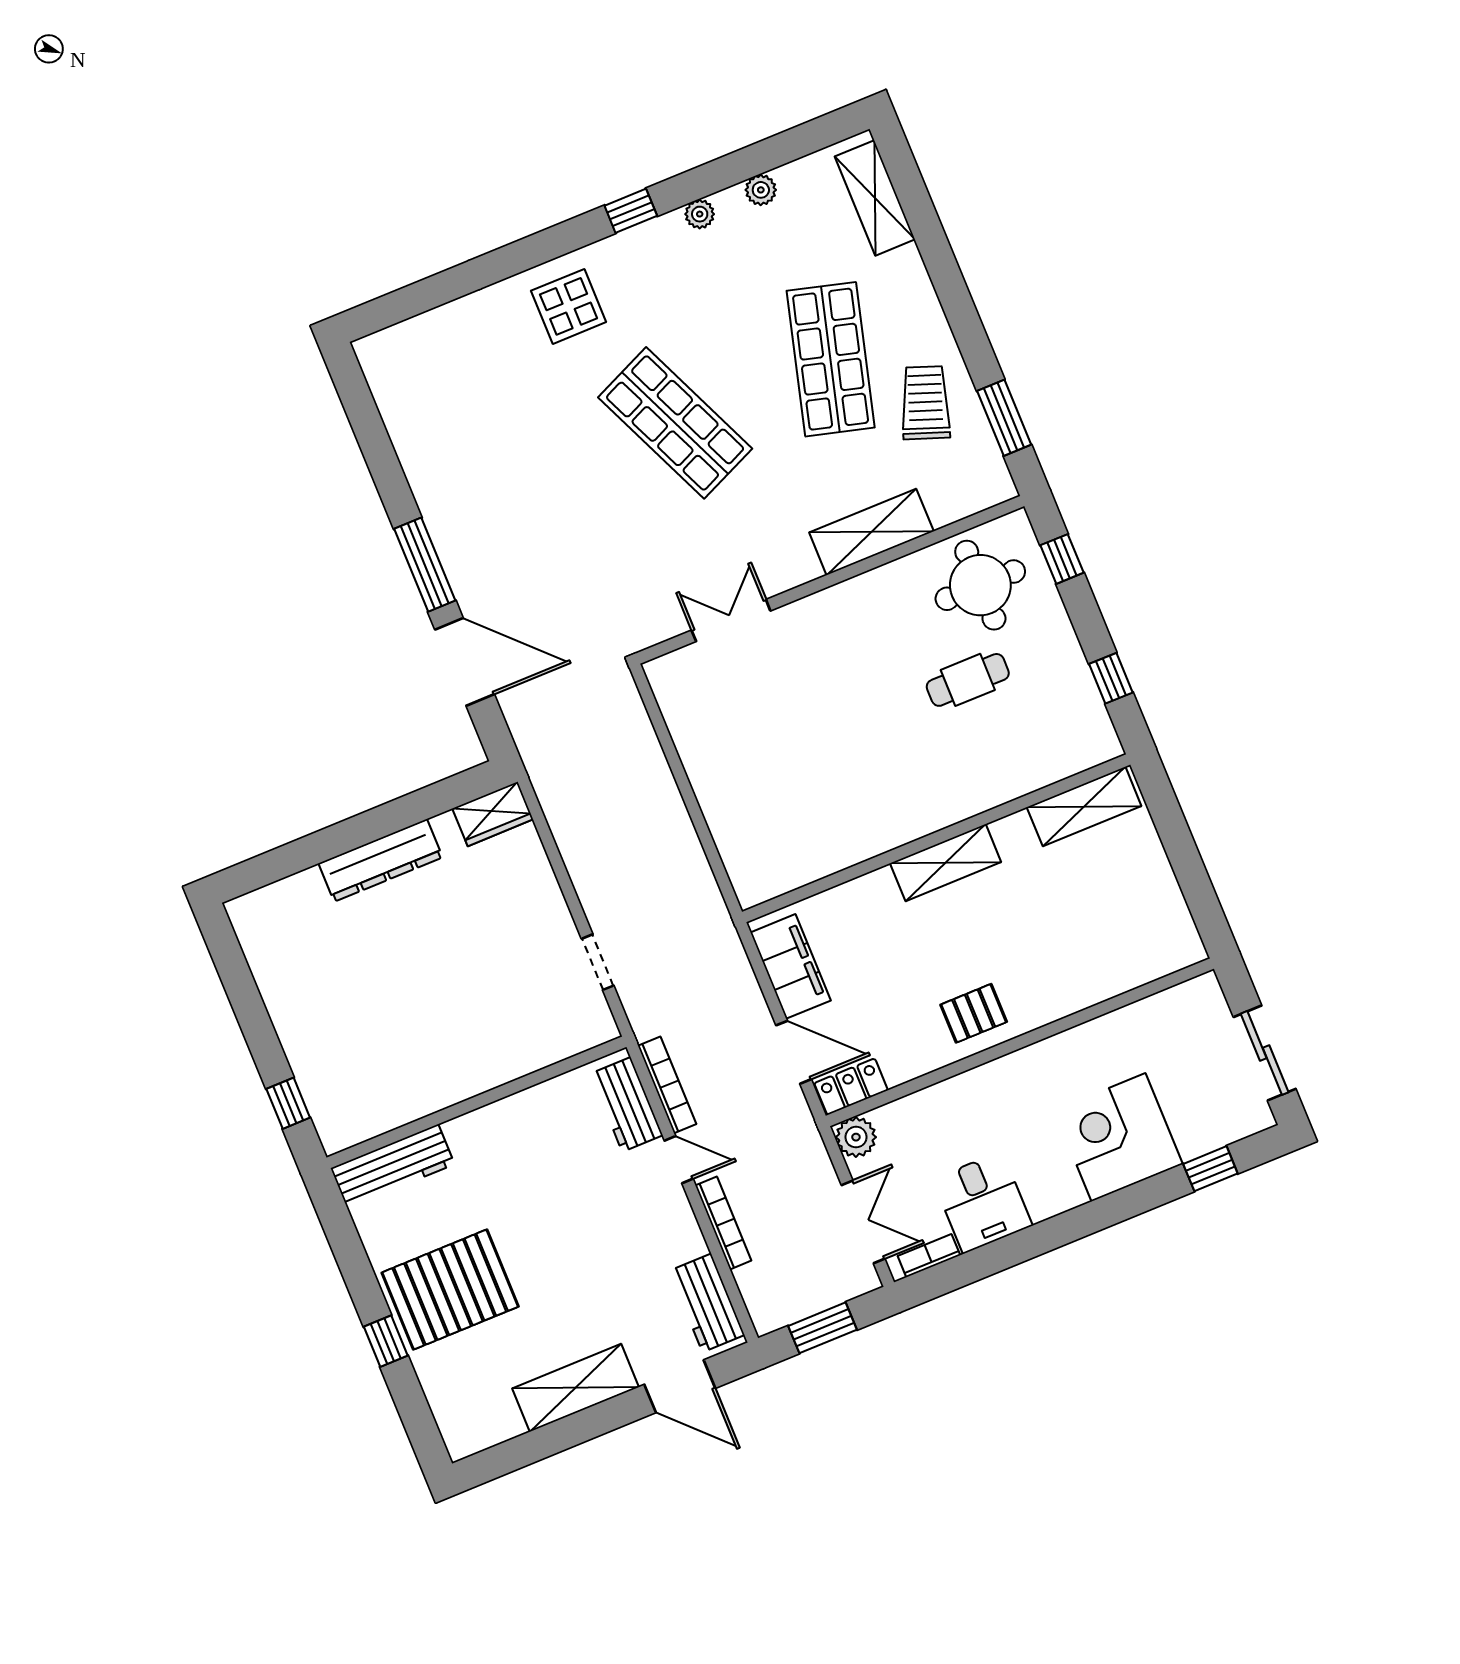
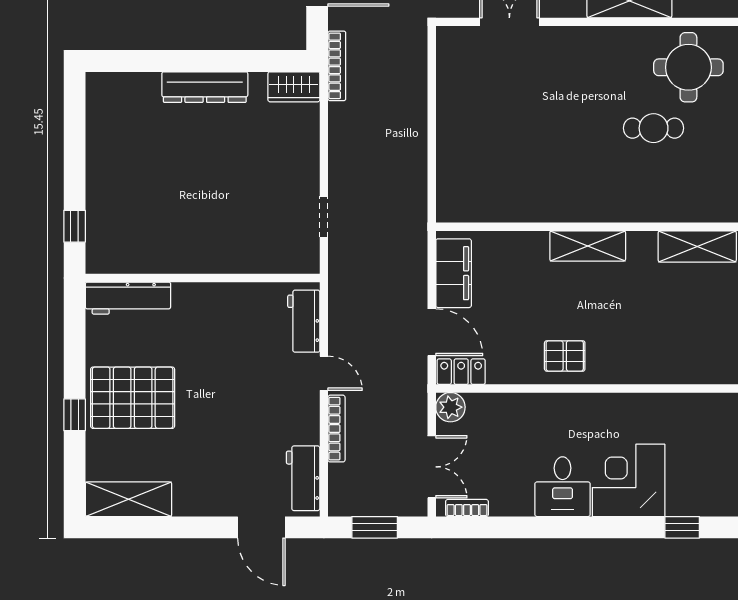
bookcase: (667, 1085) -> (337, 66), moved
desk: (983, 1202) -> (563, 487), moved
shelving: (575, 1388) -> (129, 499), moved

